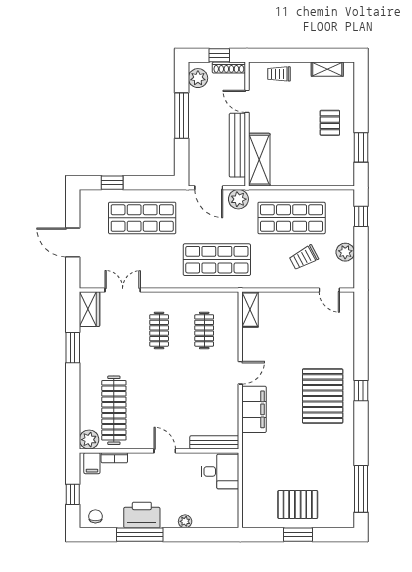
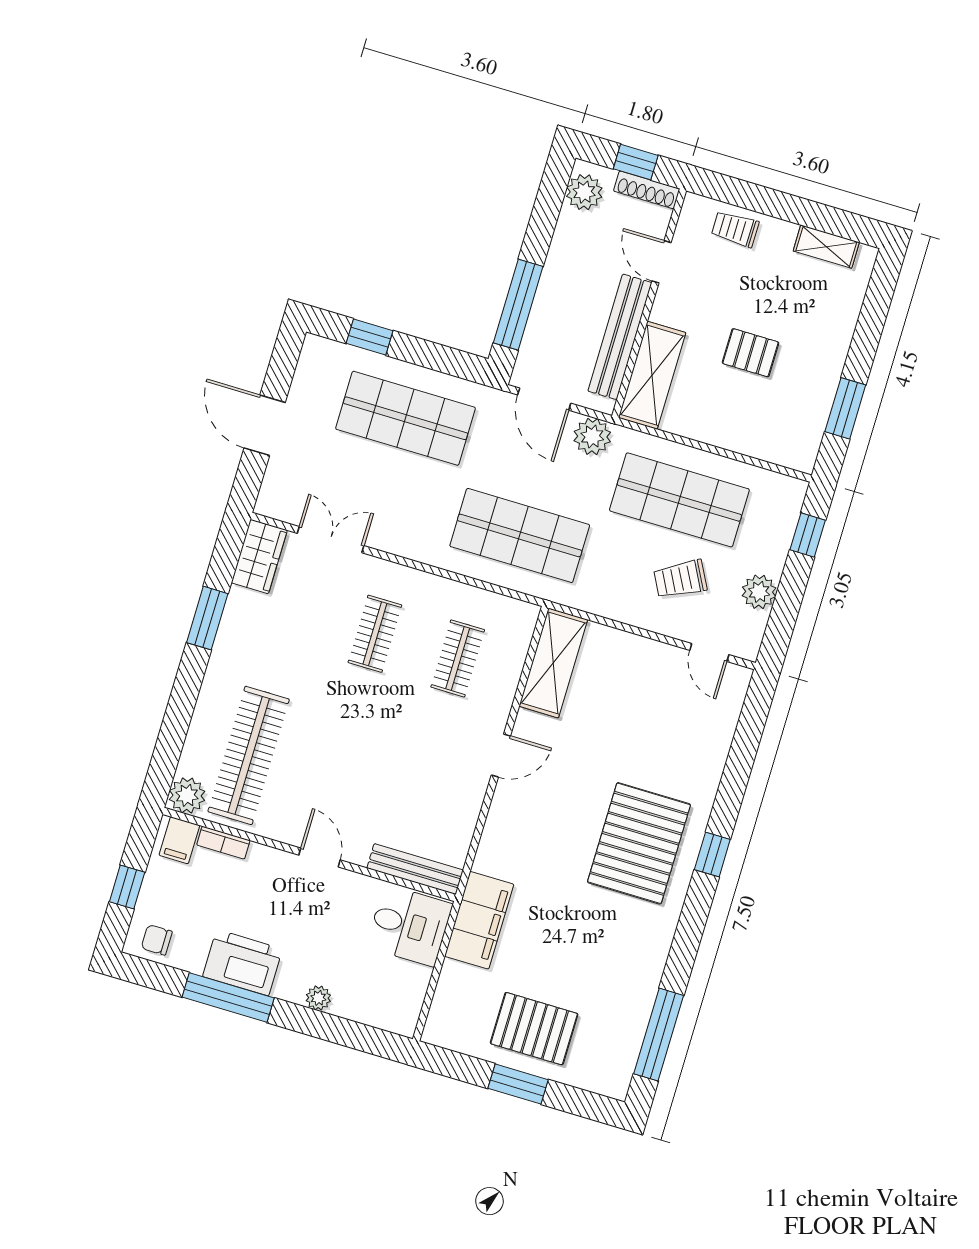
window: (182, 116) -> (518, 305), moved
pallet: (330, 123) -> (751, 353), moved, turned 90
shelving: (250, 310) -> (553, 663), width x1.50, depth x1.33
filing cabinet: (254, 409) -> (479, 920), moved
chair: (95, 516) -> (157, 940), turned -90

